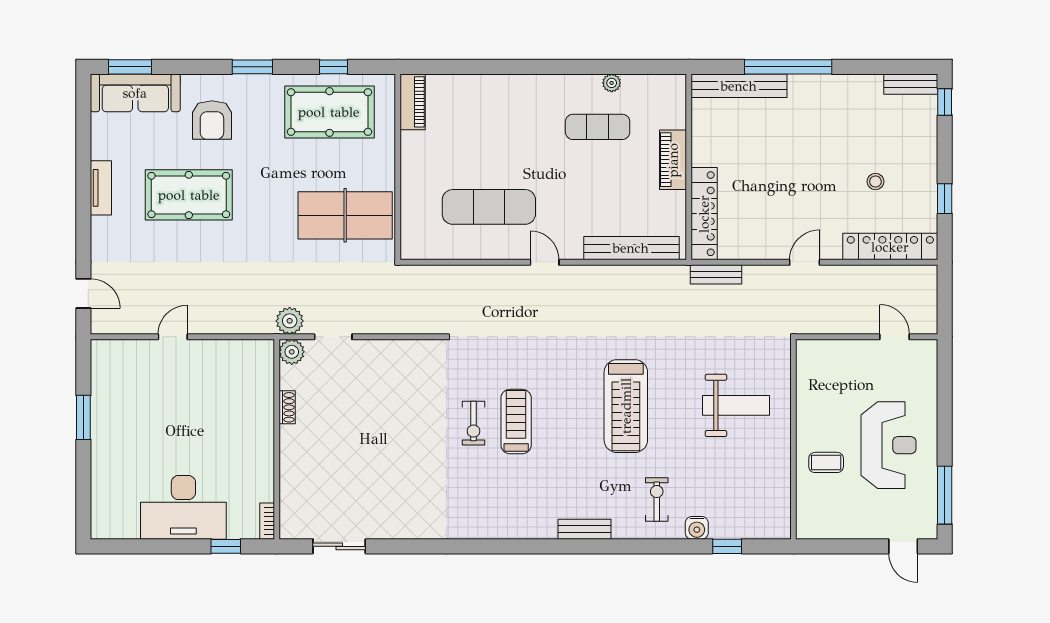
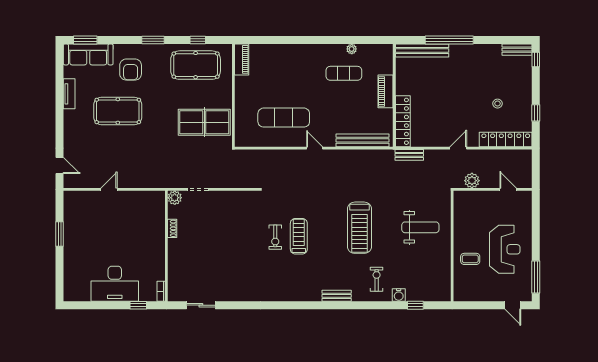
tv unit: (101, 188) -> (69, 94), moved
plant: (290, 321) -> (472, 181), moved

